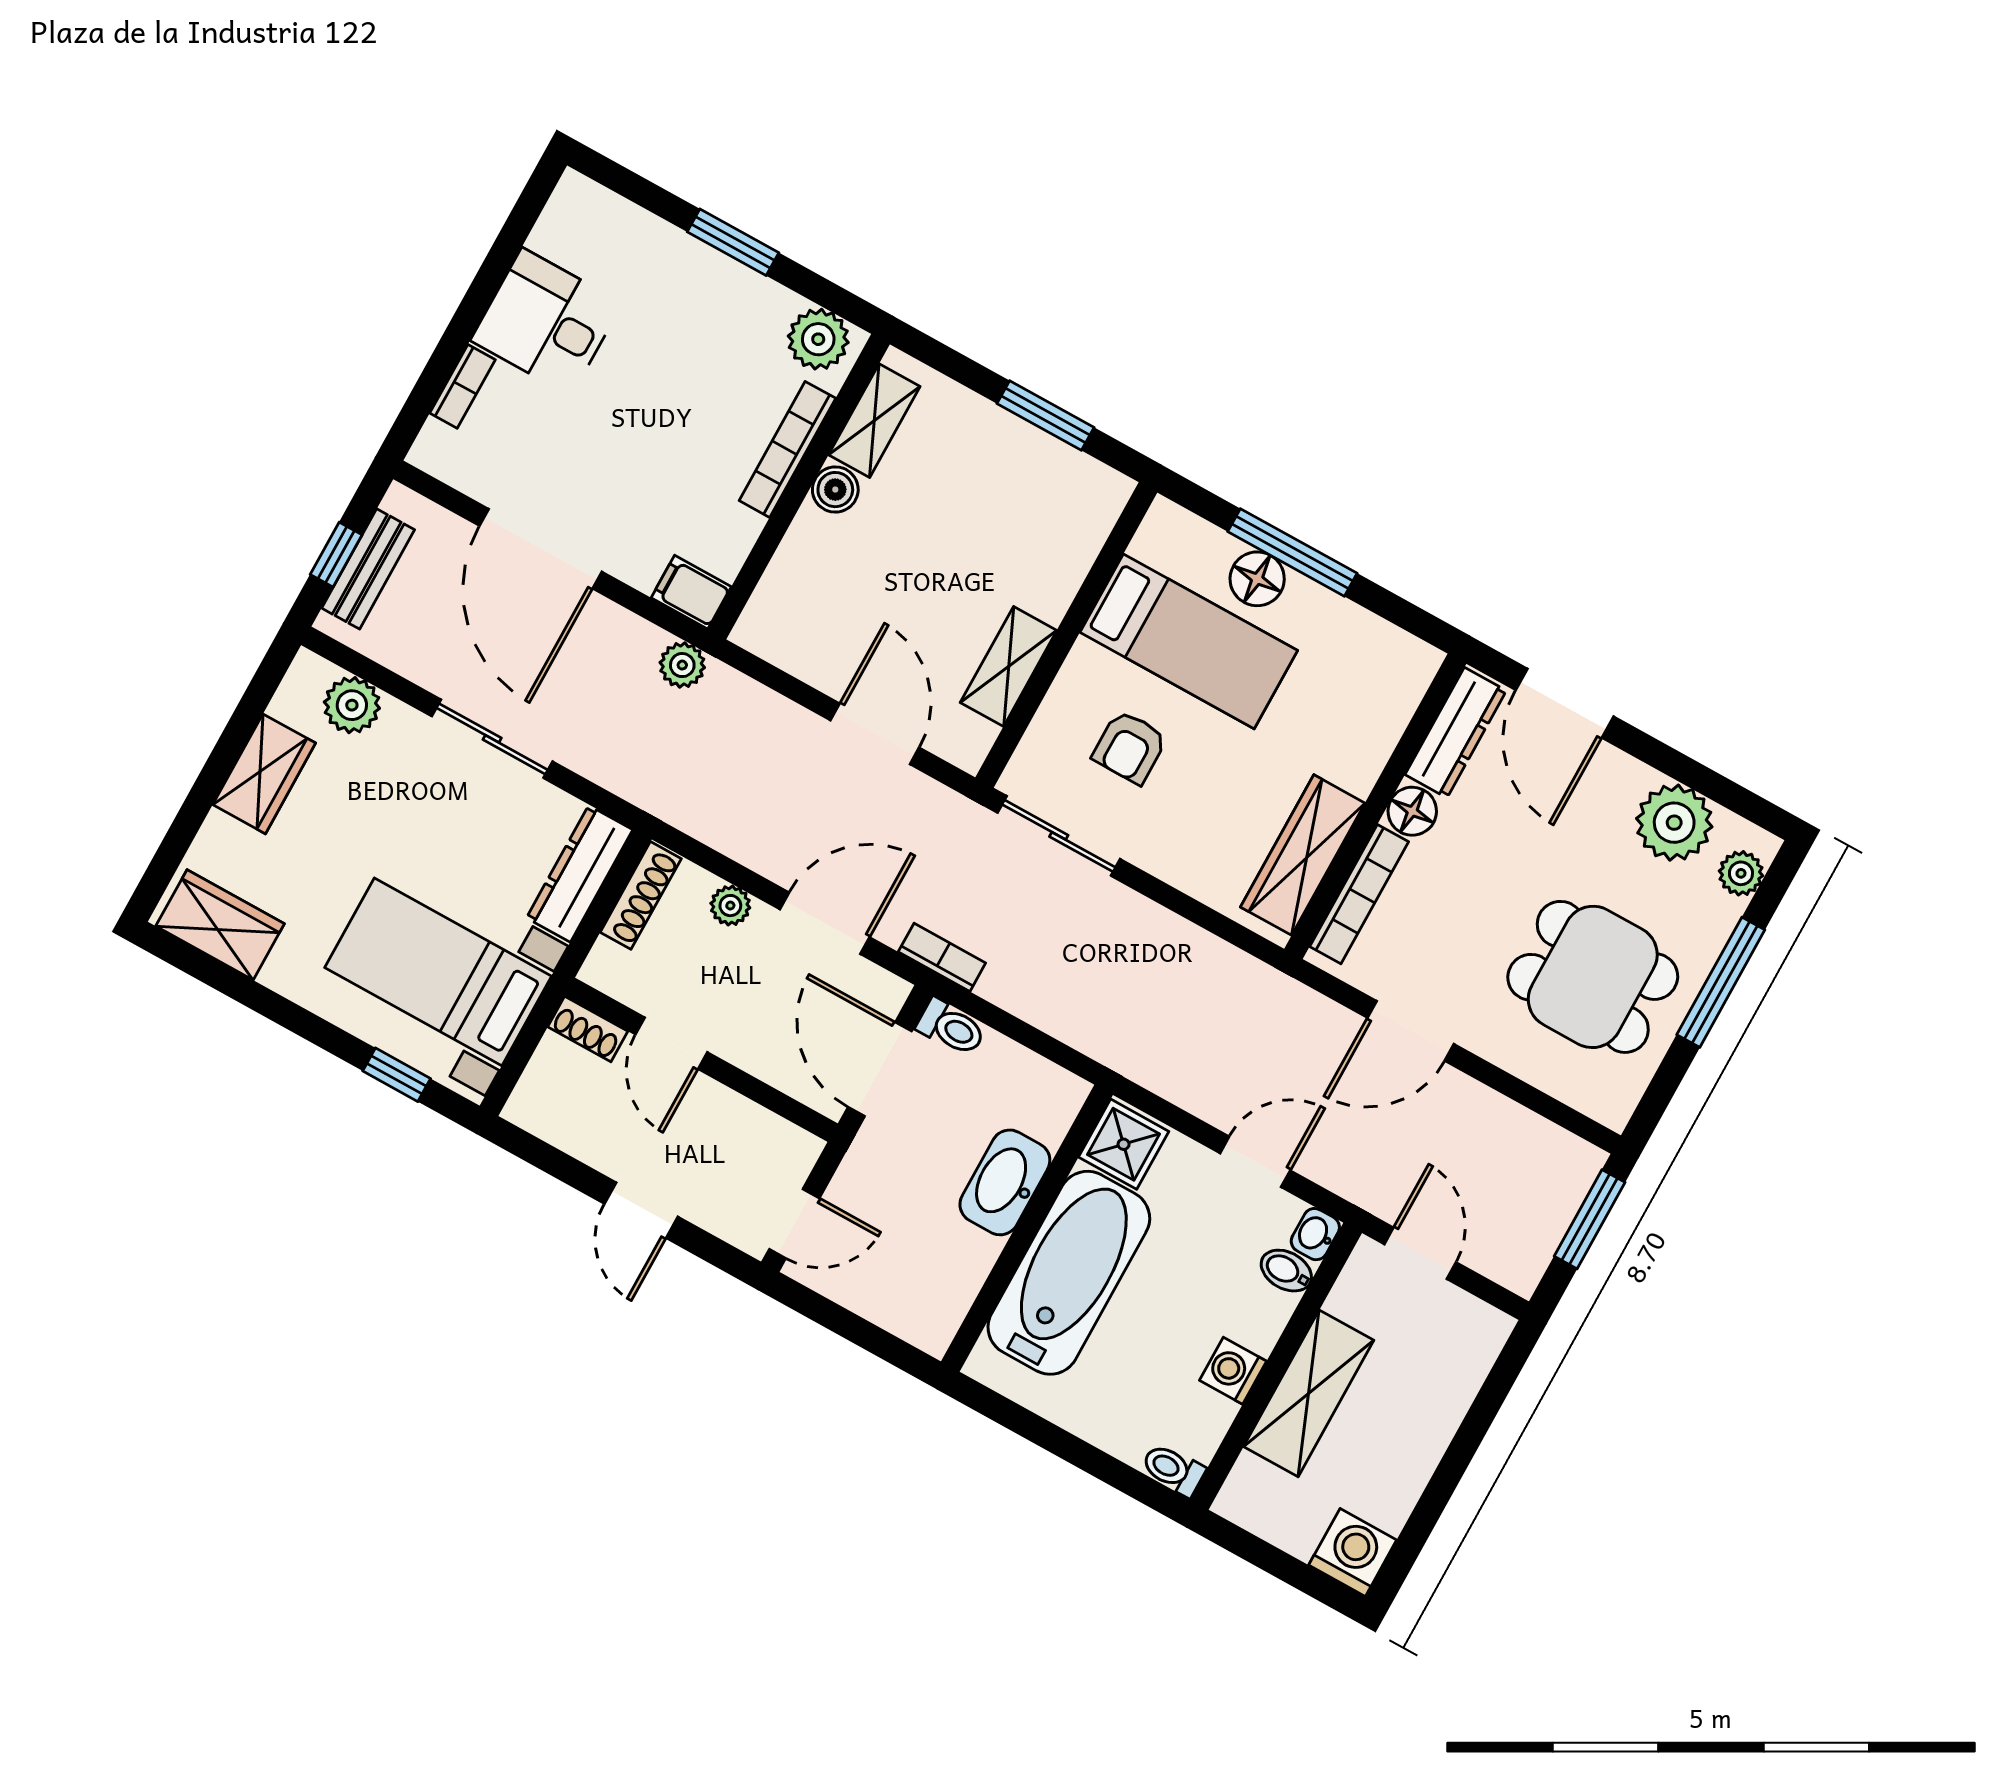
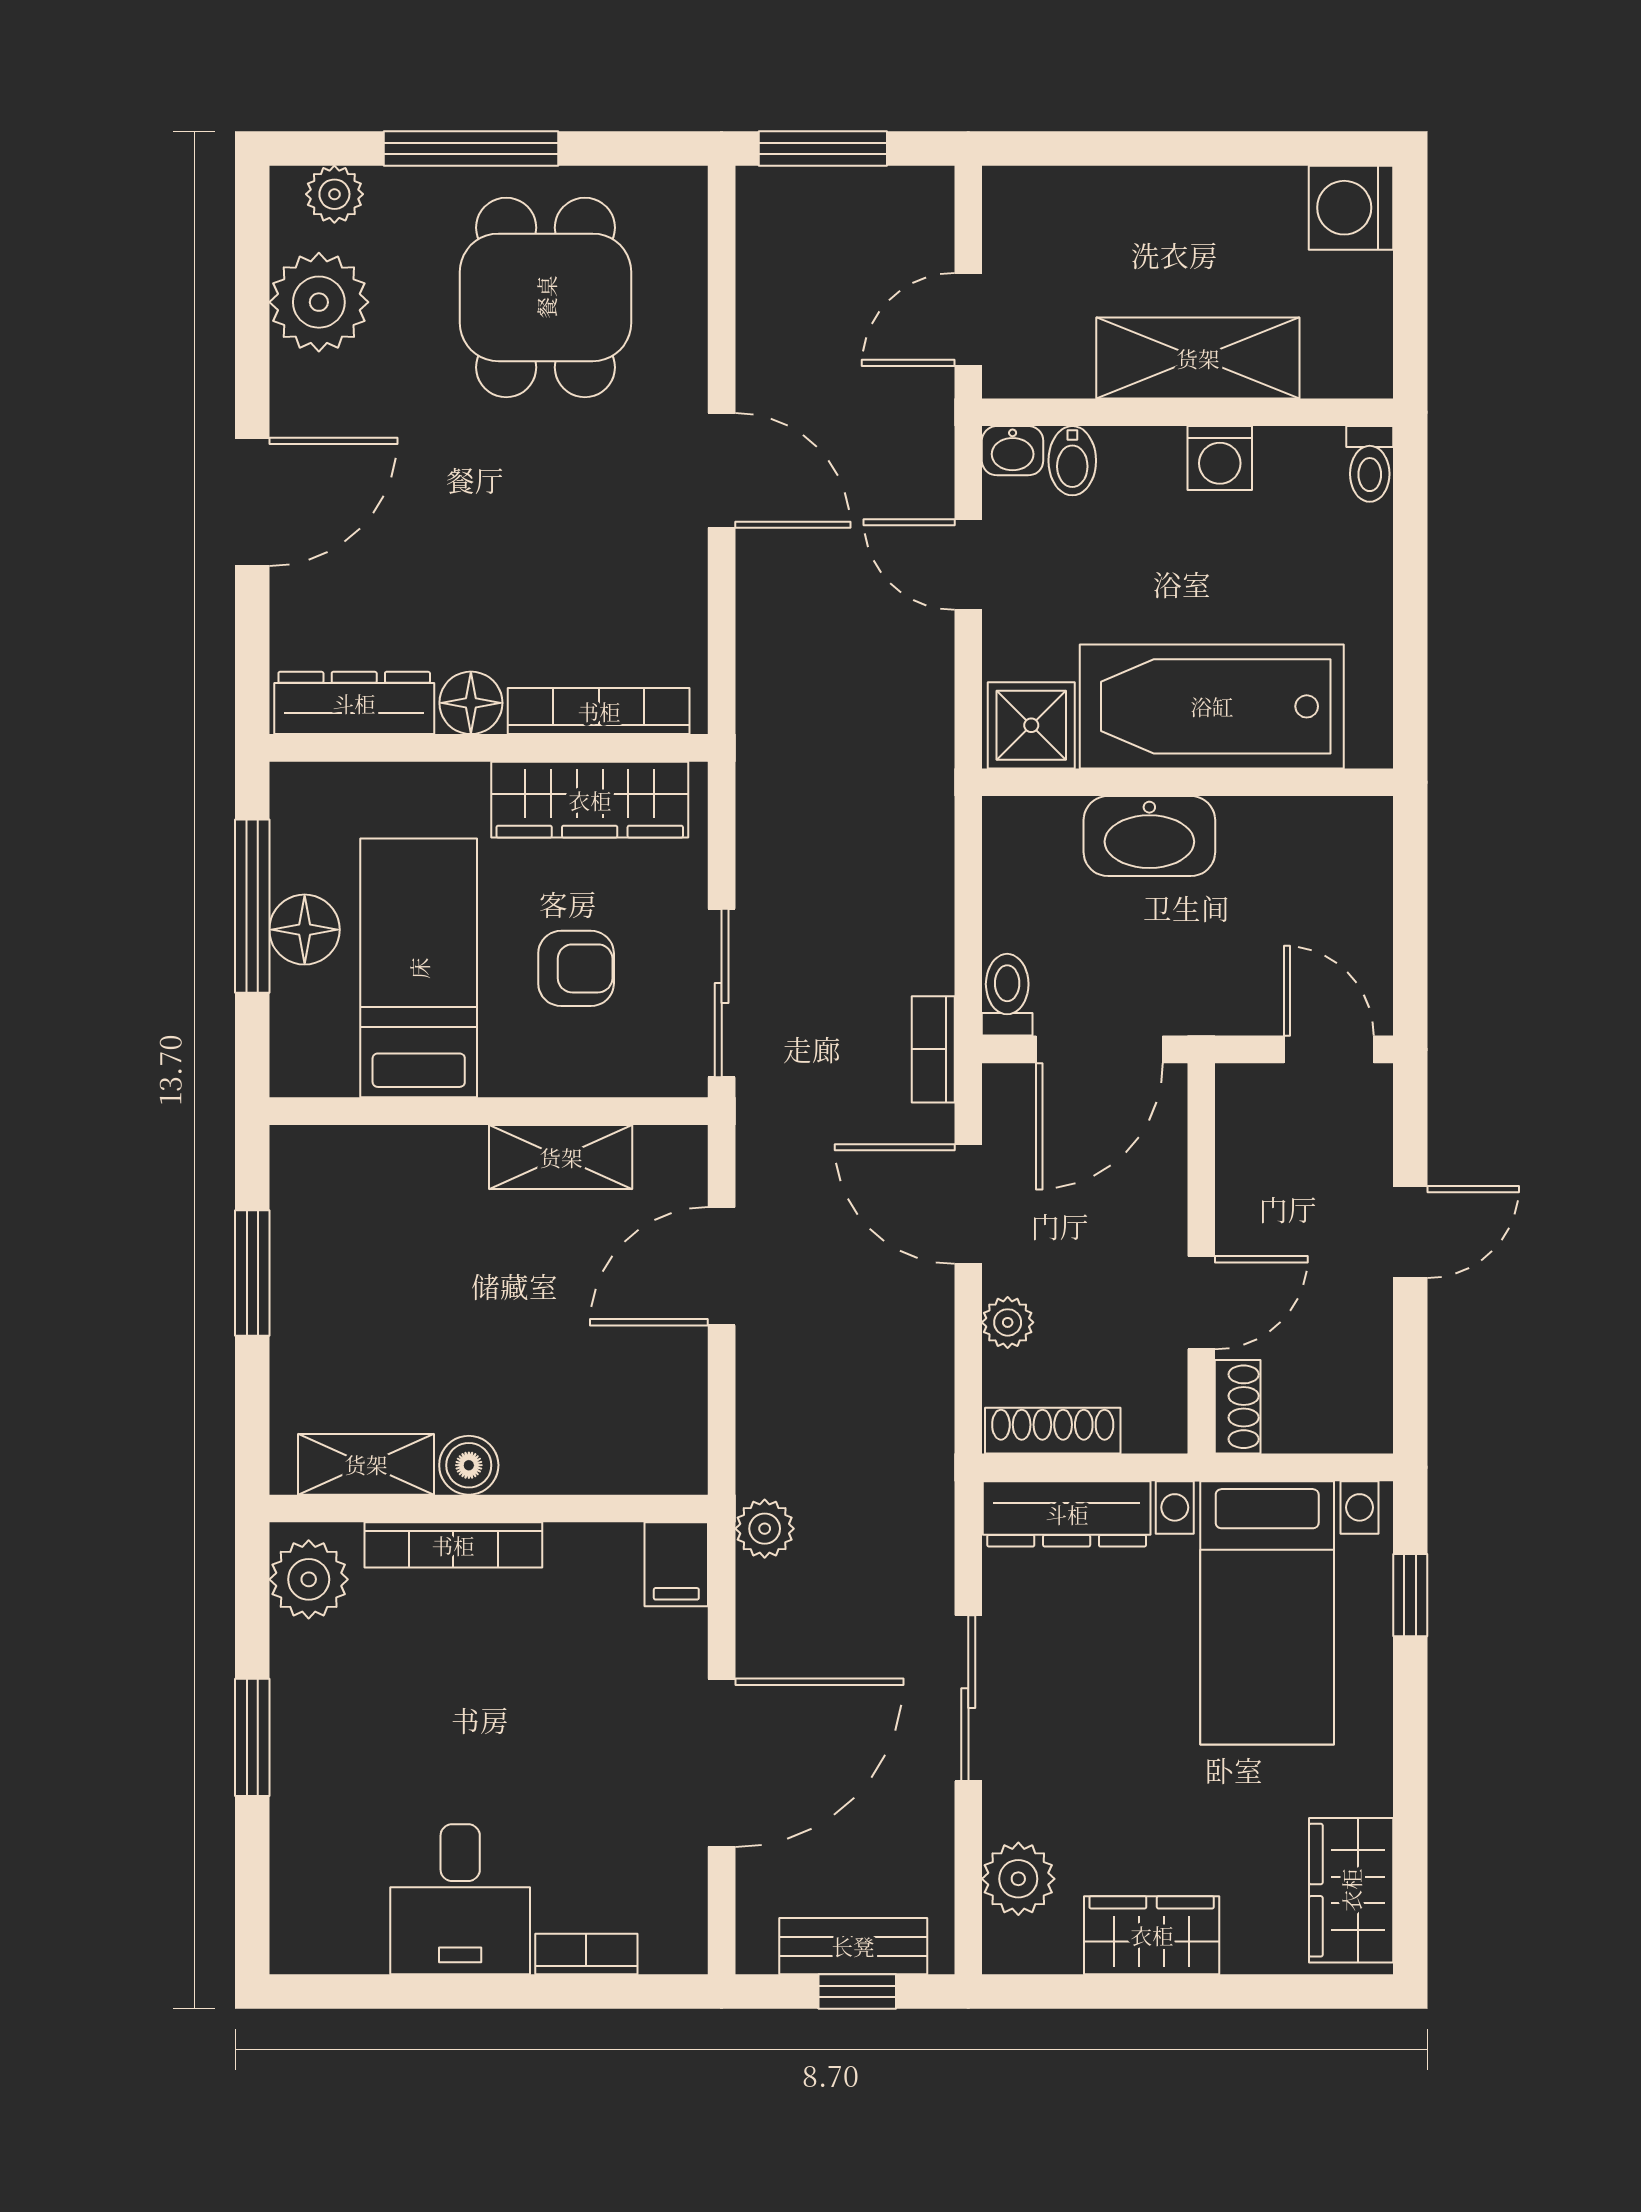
dresser: (1456, 733) -> (354, 703), moved
wall: (1375, 806) -> (489, 748), moved
floor lamp: (1412, 811) -> (471, 703), moved
wardrobe: (1303, 855) -> (590, 800), moved
bookcase: (1359, 894) -> (599, 711), moved

